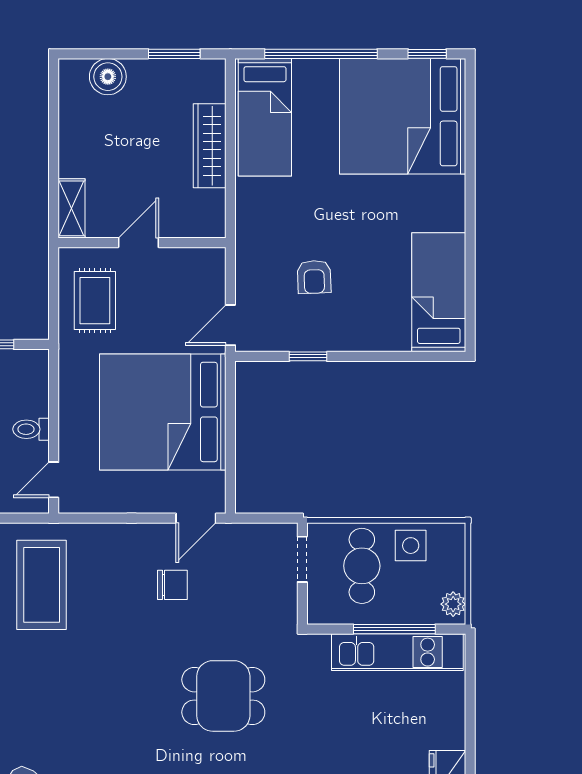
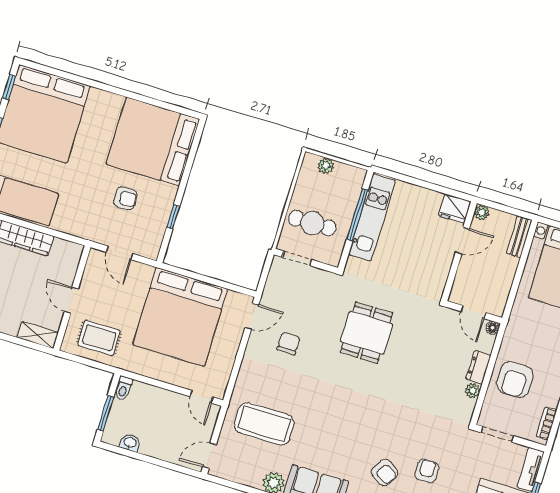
bed: (439, 292) -> (153, 142), width x2.04
door: (230, 325) -> (120, 253), moved
toilet: (31, 429) -> (124, 388), moved
door: (196, 518) -> (252, 316), hinge flipped
side table: (411, 546) -> (309, 189), removed
plant: (453, 604) -> (326, 166), moved

